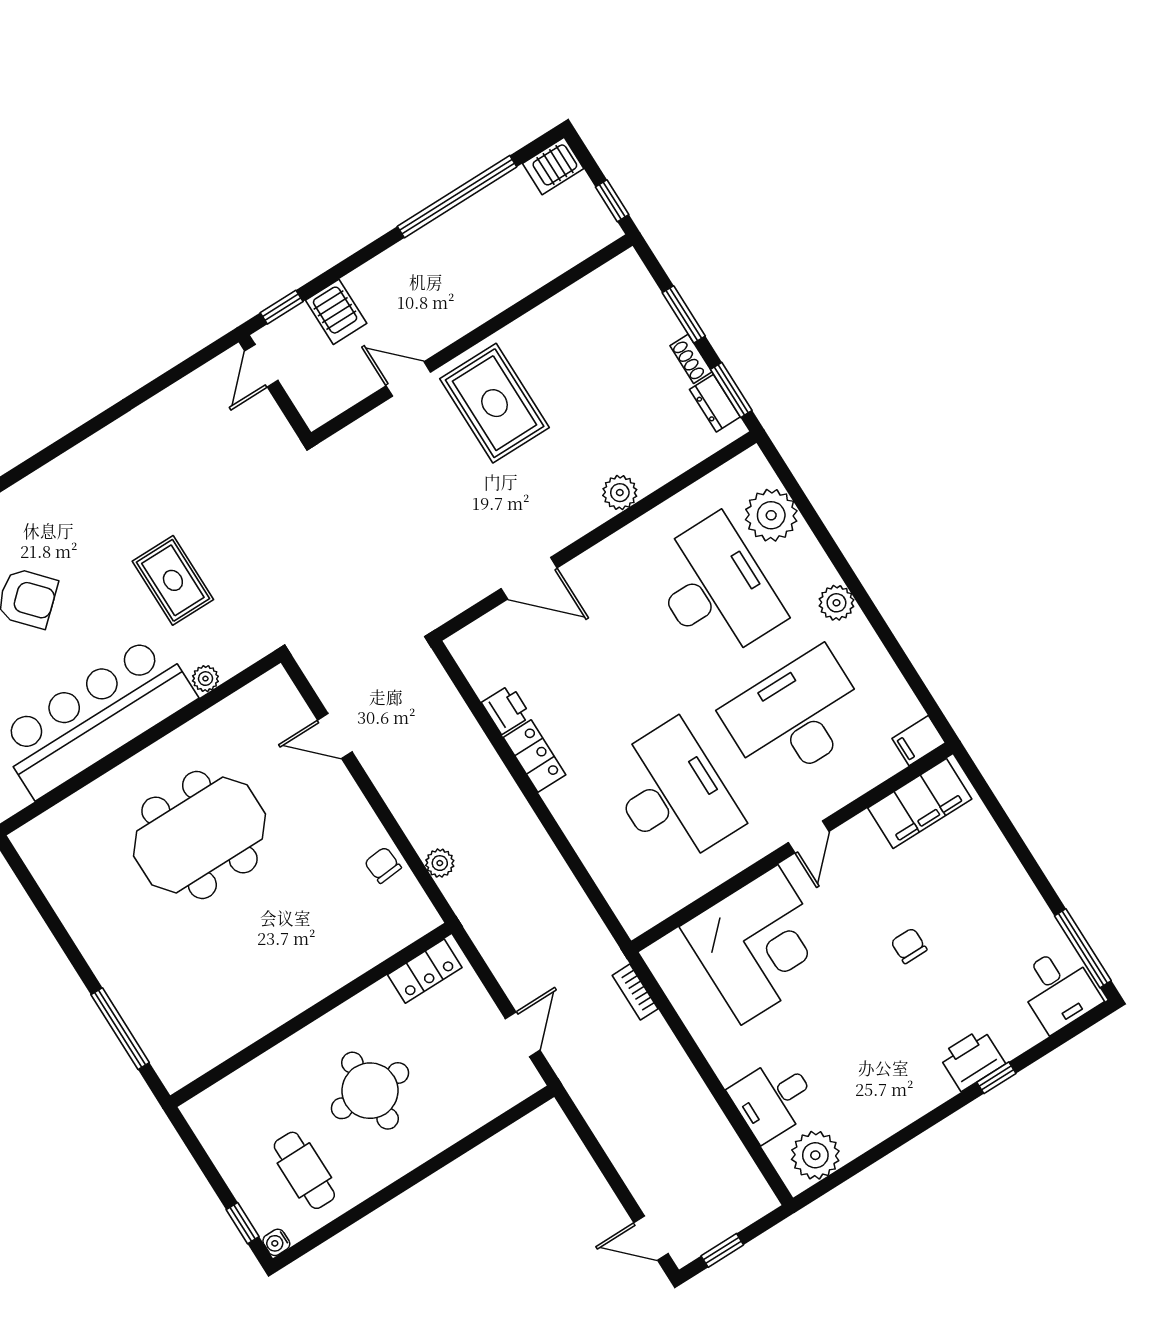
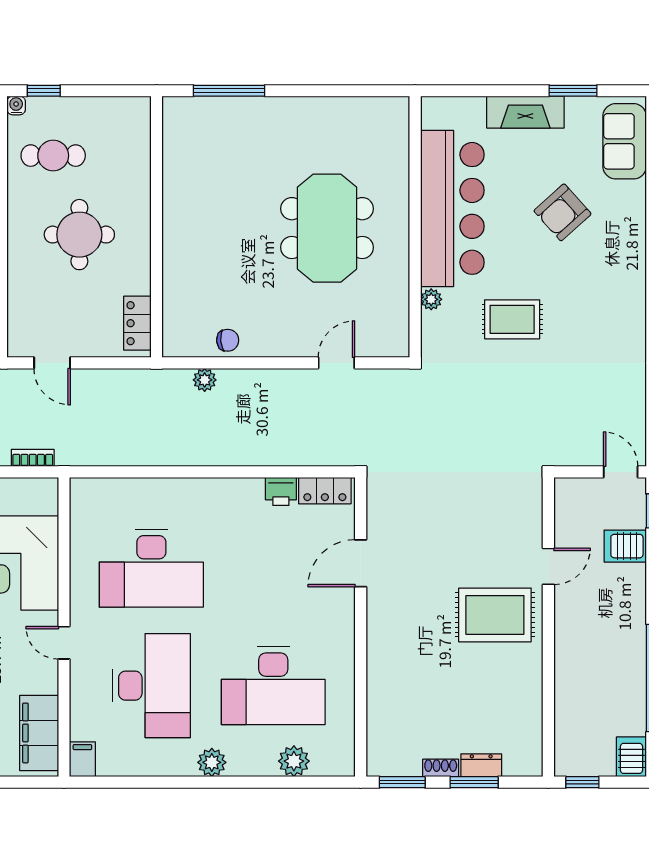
dresser: (715, 403) -> (481, 765), moved
plant: (620, 493) -> (380, 662), removed
plant: (771, 515) -> (294, 761), width x0.73, depth x0.73
locker: (534, 756) -> (325, 491), moved

